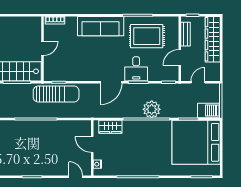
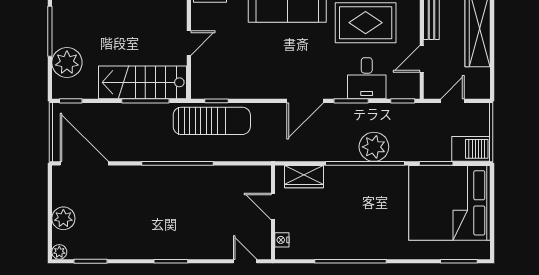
desk: (136, 69) -> (367, 78), moved

